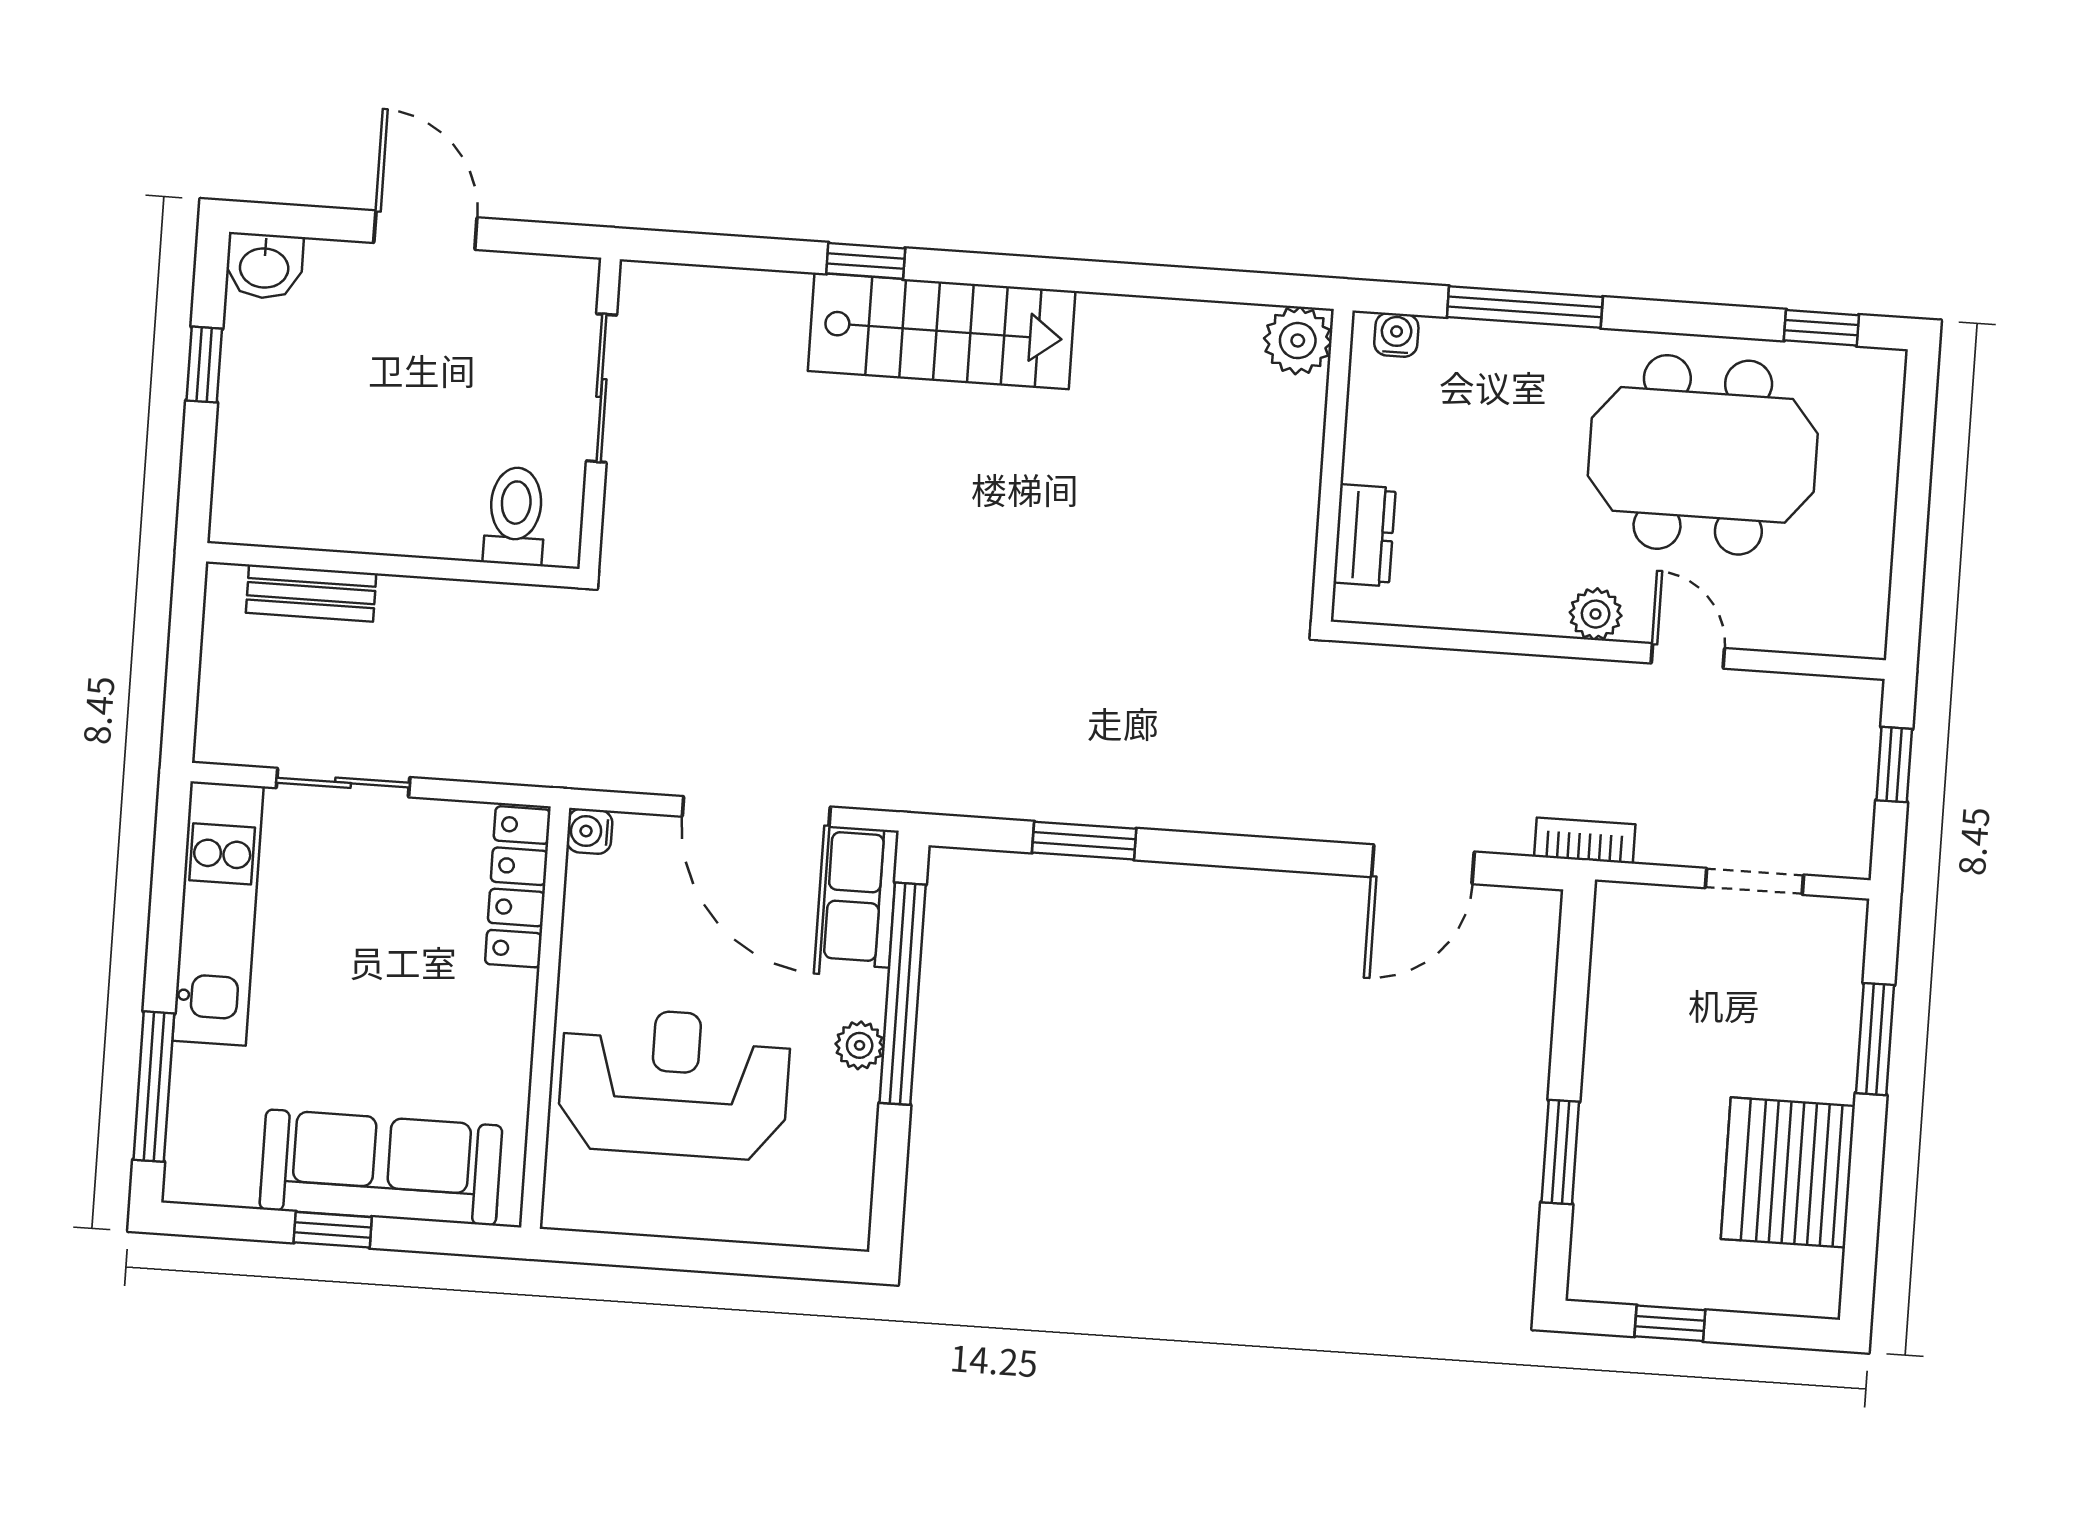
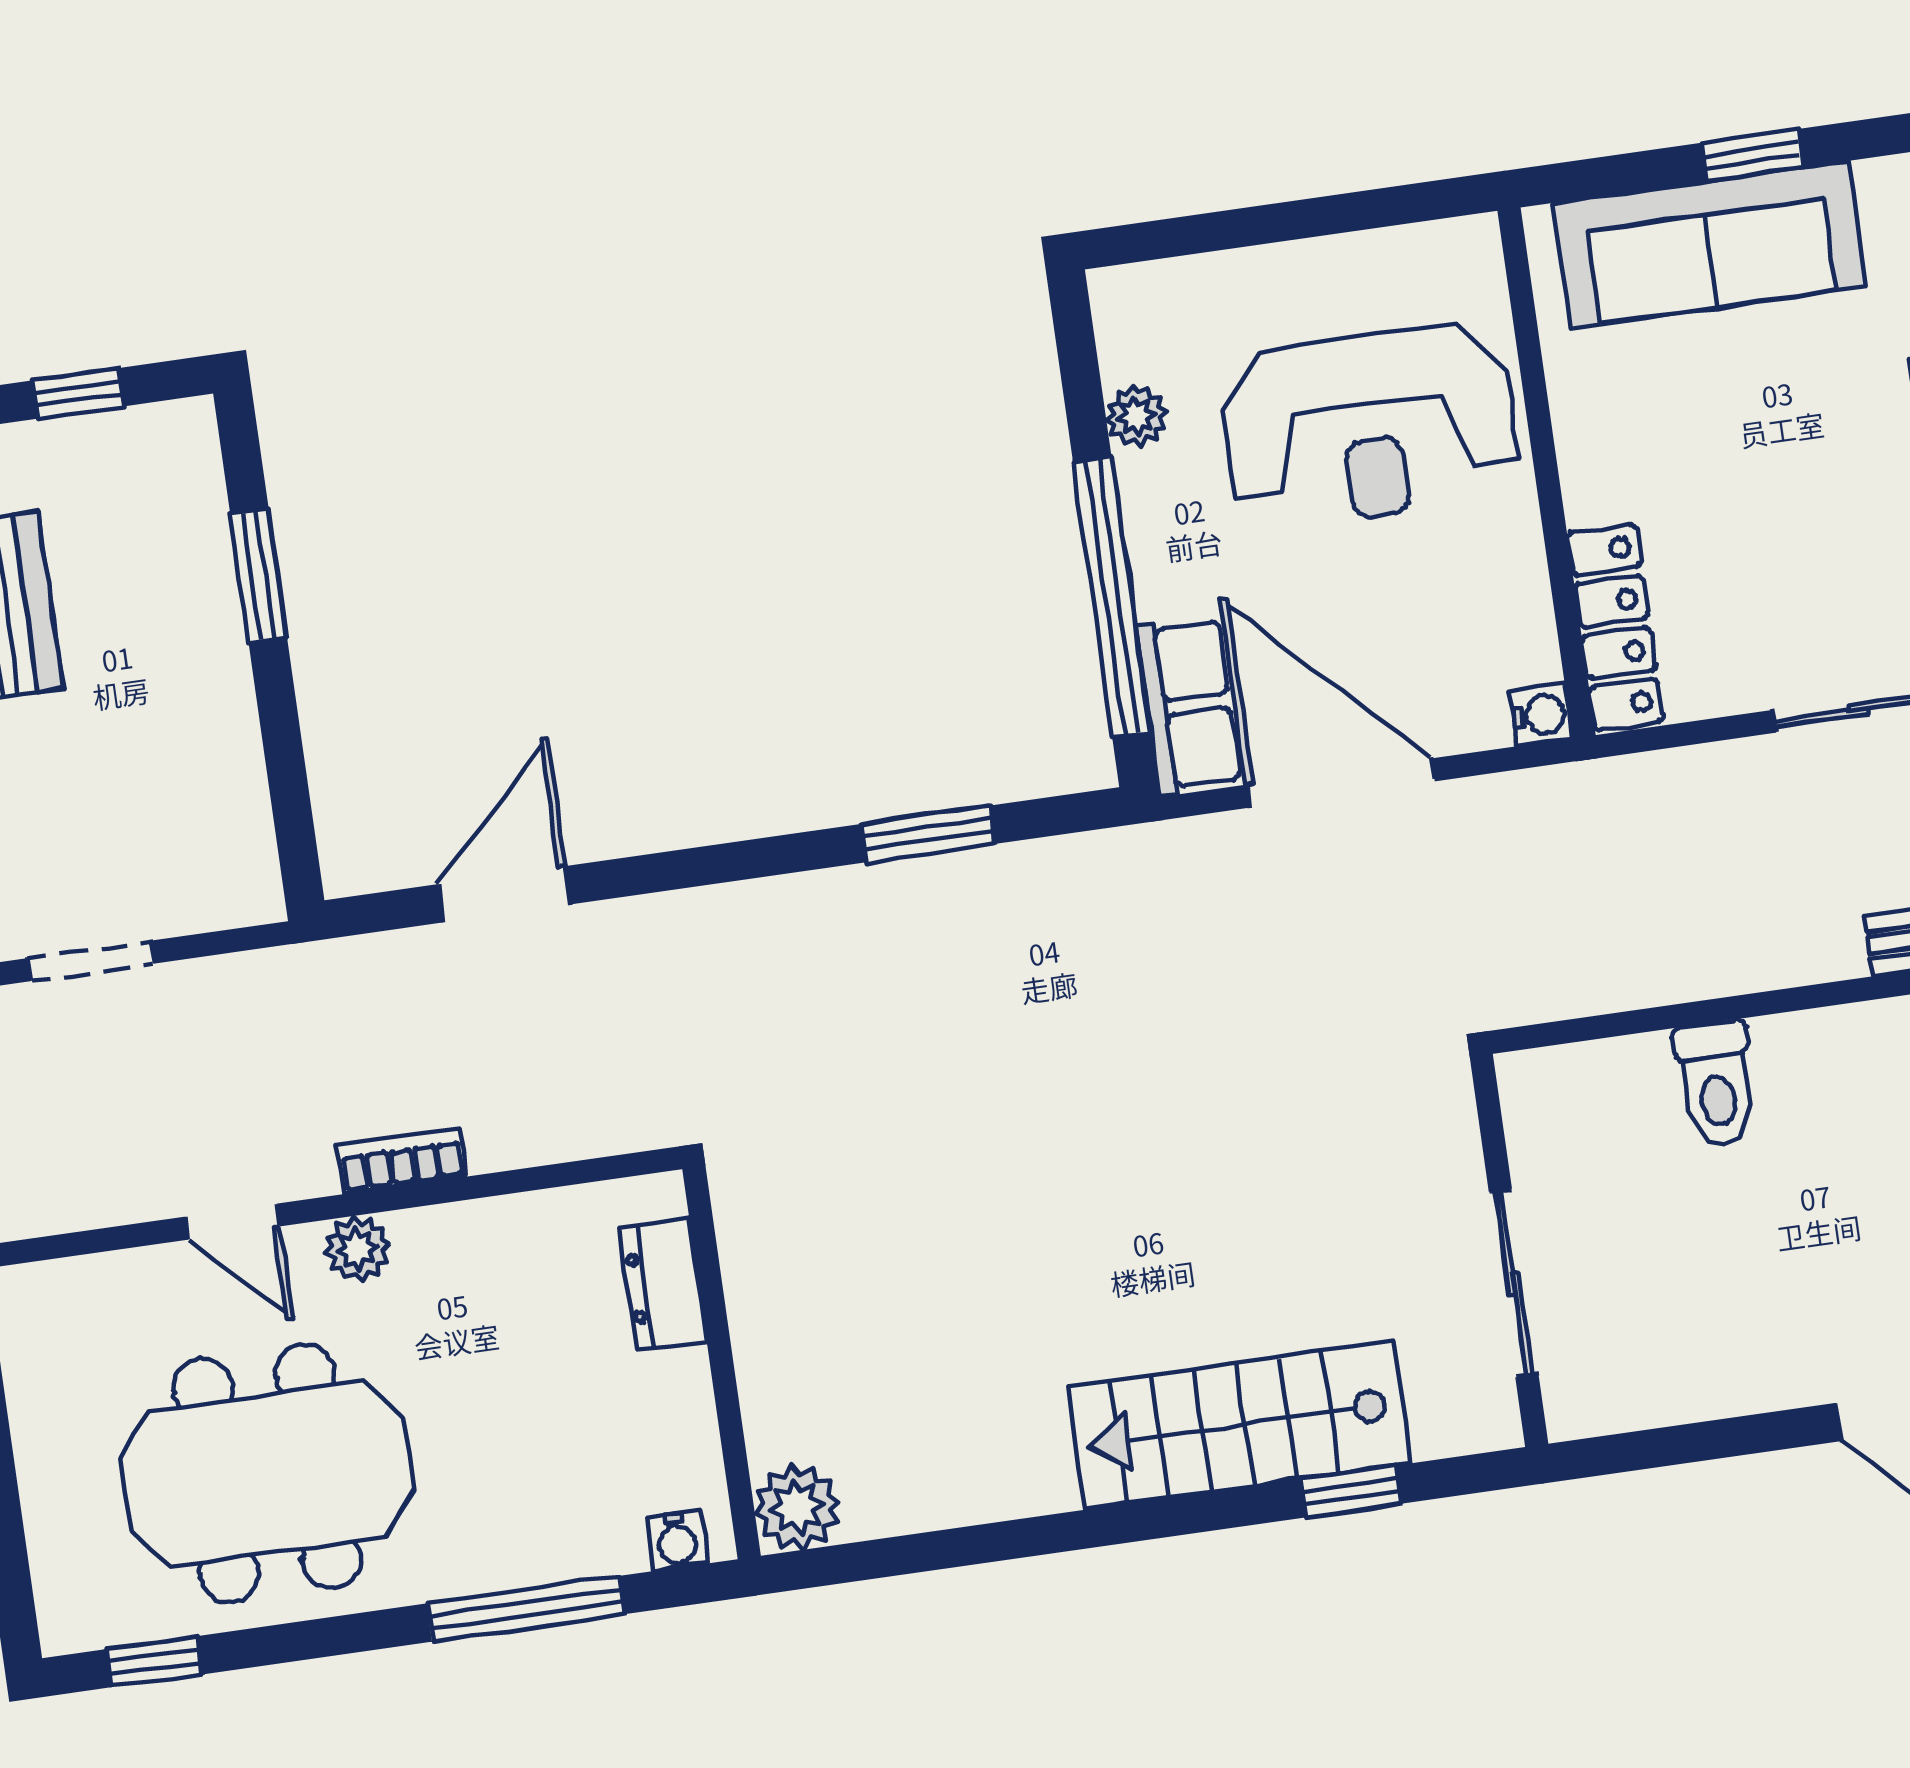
sliding door: (601, 388) -> (1514, 1283), moved
wall: (600, 414) -> (1509, 1250), moved
bookcase: (1585, 840) -> (402, 1161), moved, turned 180
plant: (860, 1045) -> (1136, 416), moved

